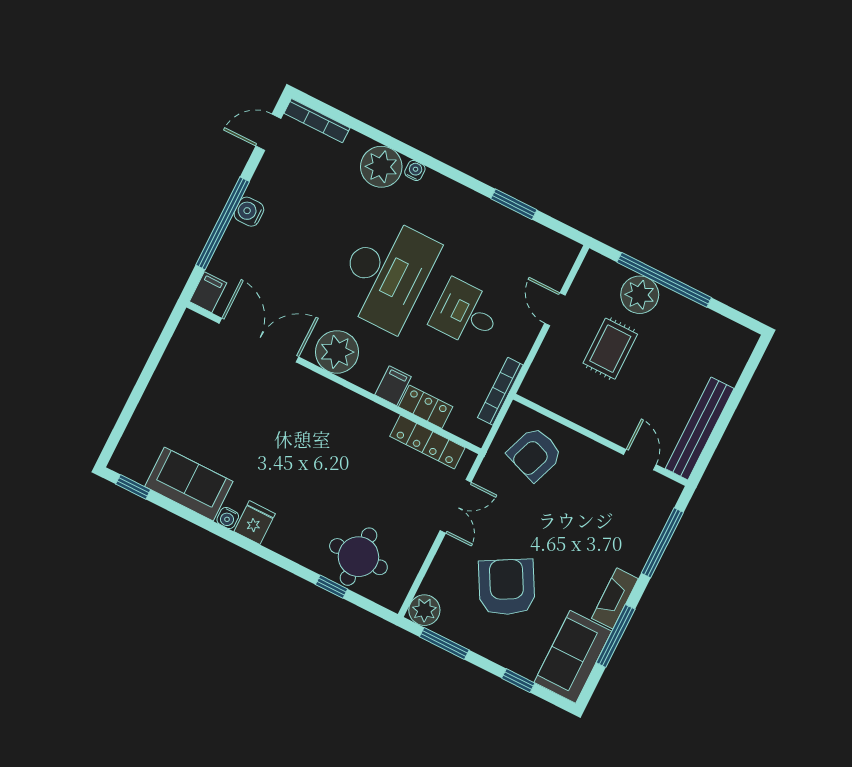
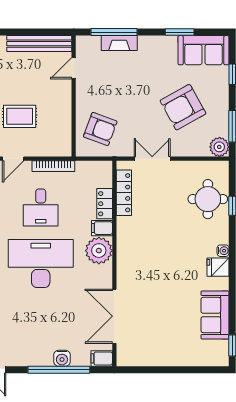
water cooler: (249, 212) -> (62, 358), moved
plant: (337, 352) -> (99, 251), moved
bookcase: (500, 391) -> (53, 166), moved
water cooler: (228, 518) -> (223, 251), moved
fireplace: (615, 598) -> (119, 43), moved
window: (616, 636) -> (180, 32), width x0.69

